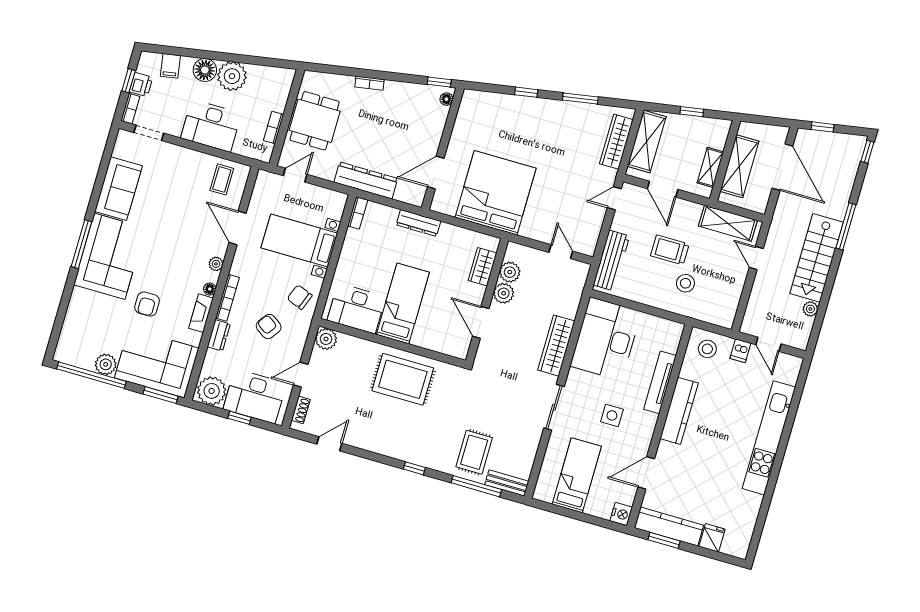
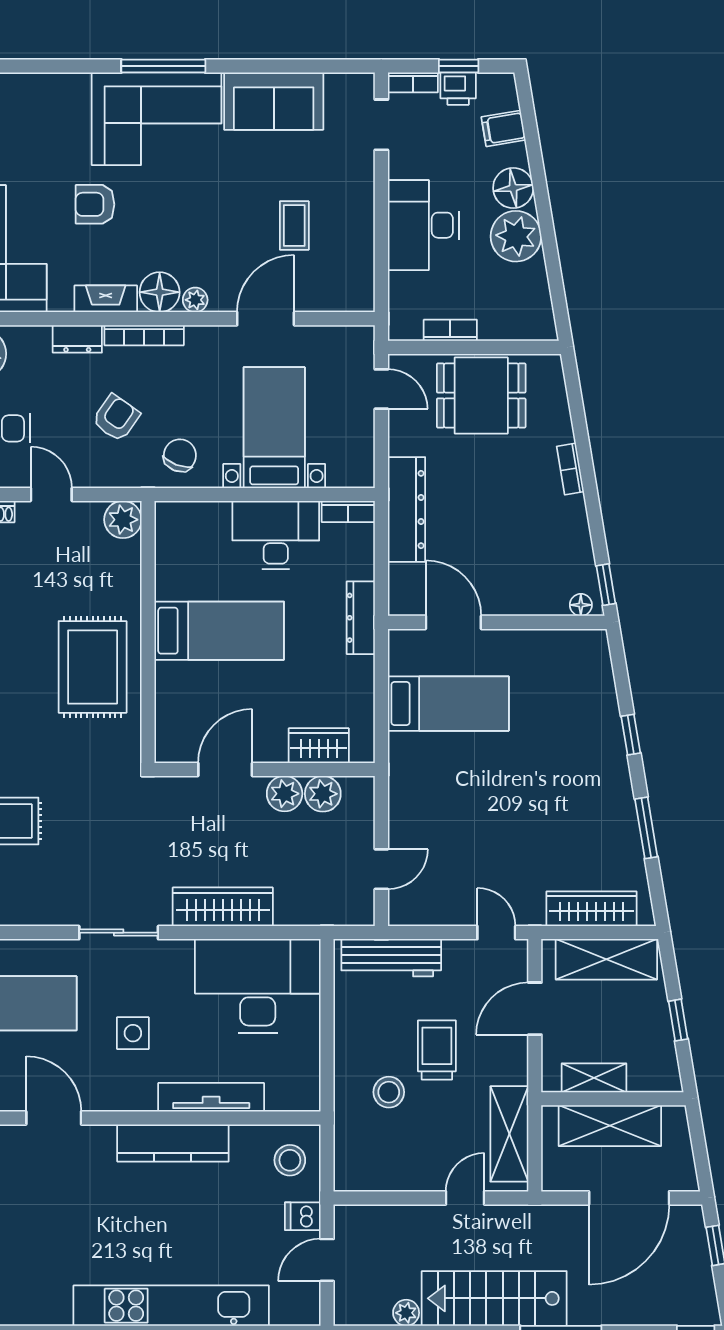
coffee table: (222, 179) -> (294, 225), moved, turned 90
bed: (496, 193) -> (448, 704), width x0.49
floor lamp: (210, 289) -> (160, 292), width x1.89, depth x1.89
desk: (356, 308) -> (276, 535), moved, turned 90

